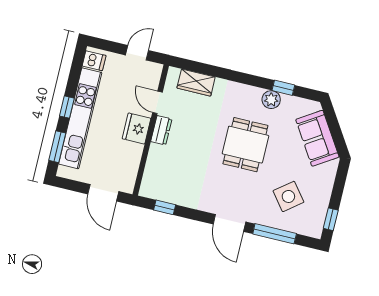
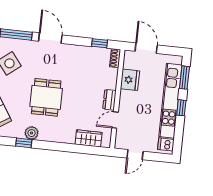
door: (157, 102) -> (115, 120), swing flipped
fridge: (137, 129) -> (130, 80), moved
shoe rack: (147, 185) -> (115, 58), added

